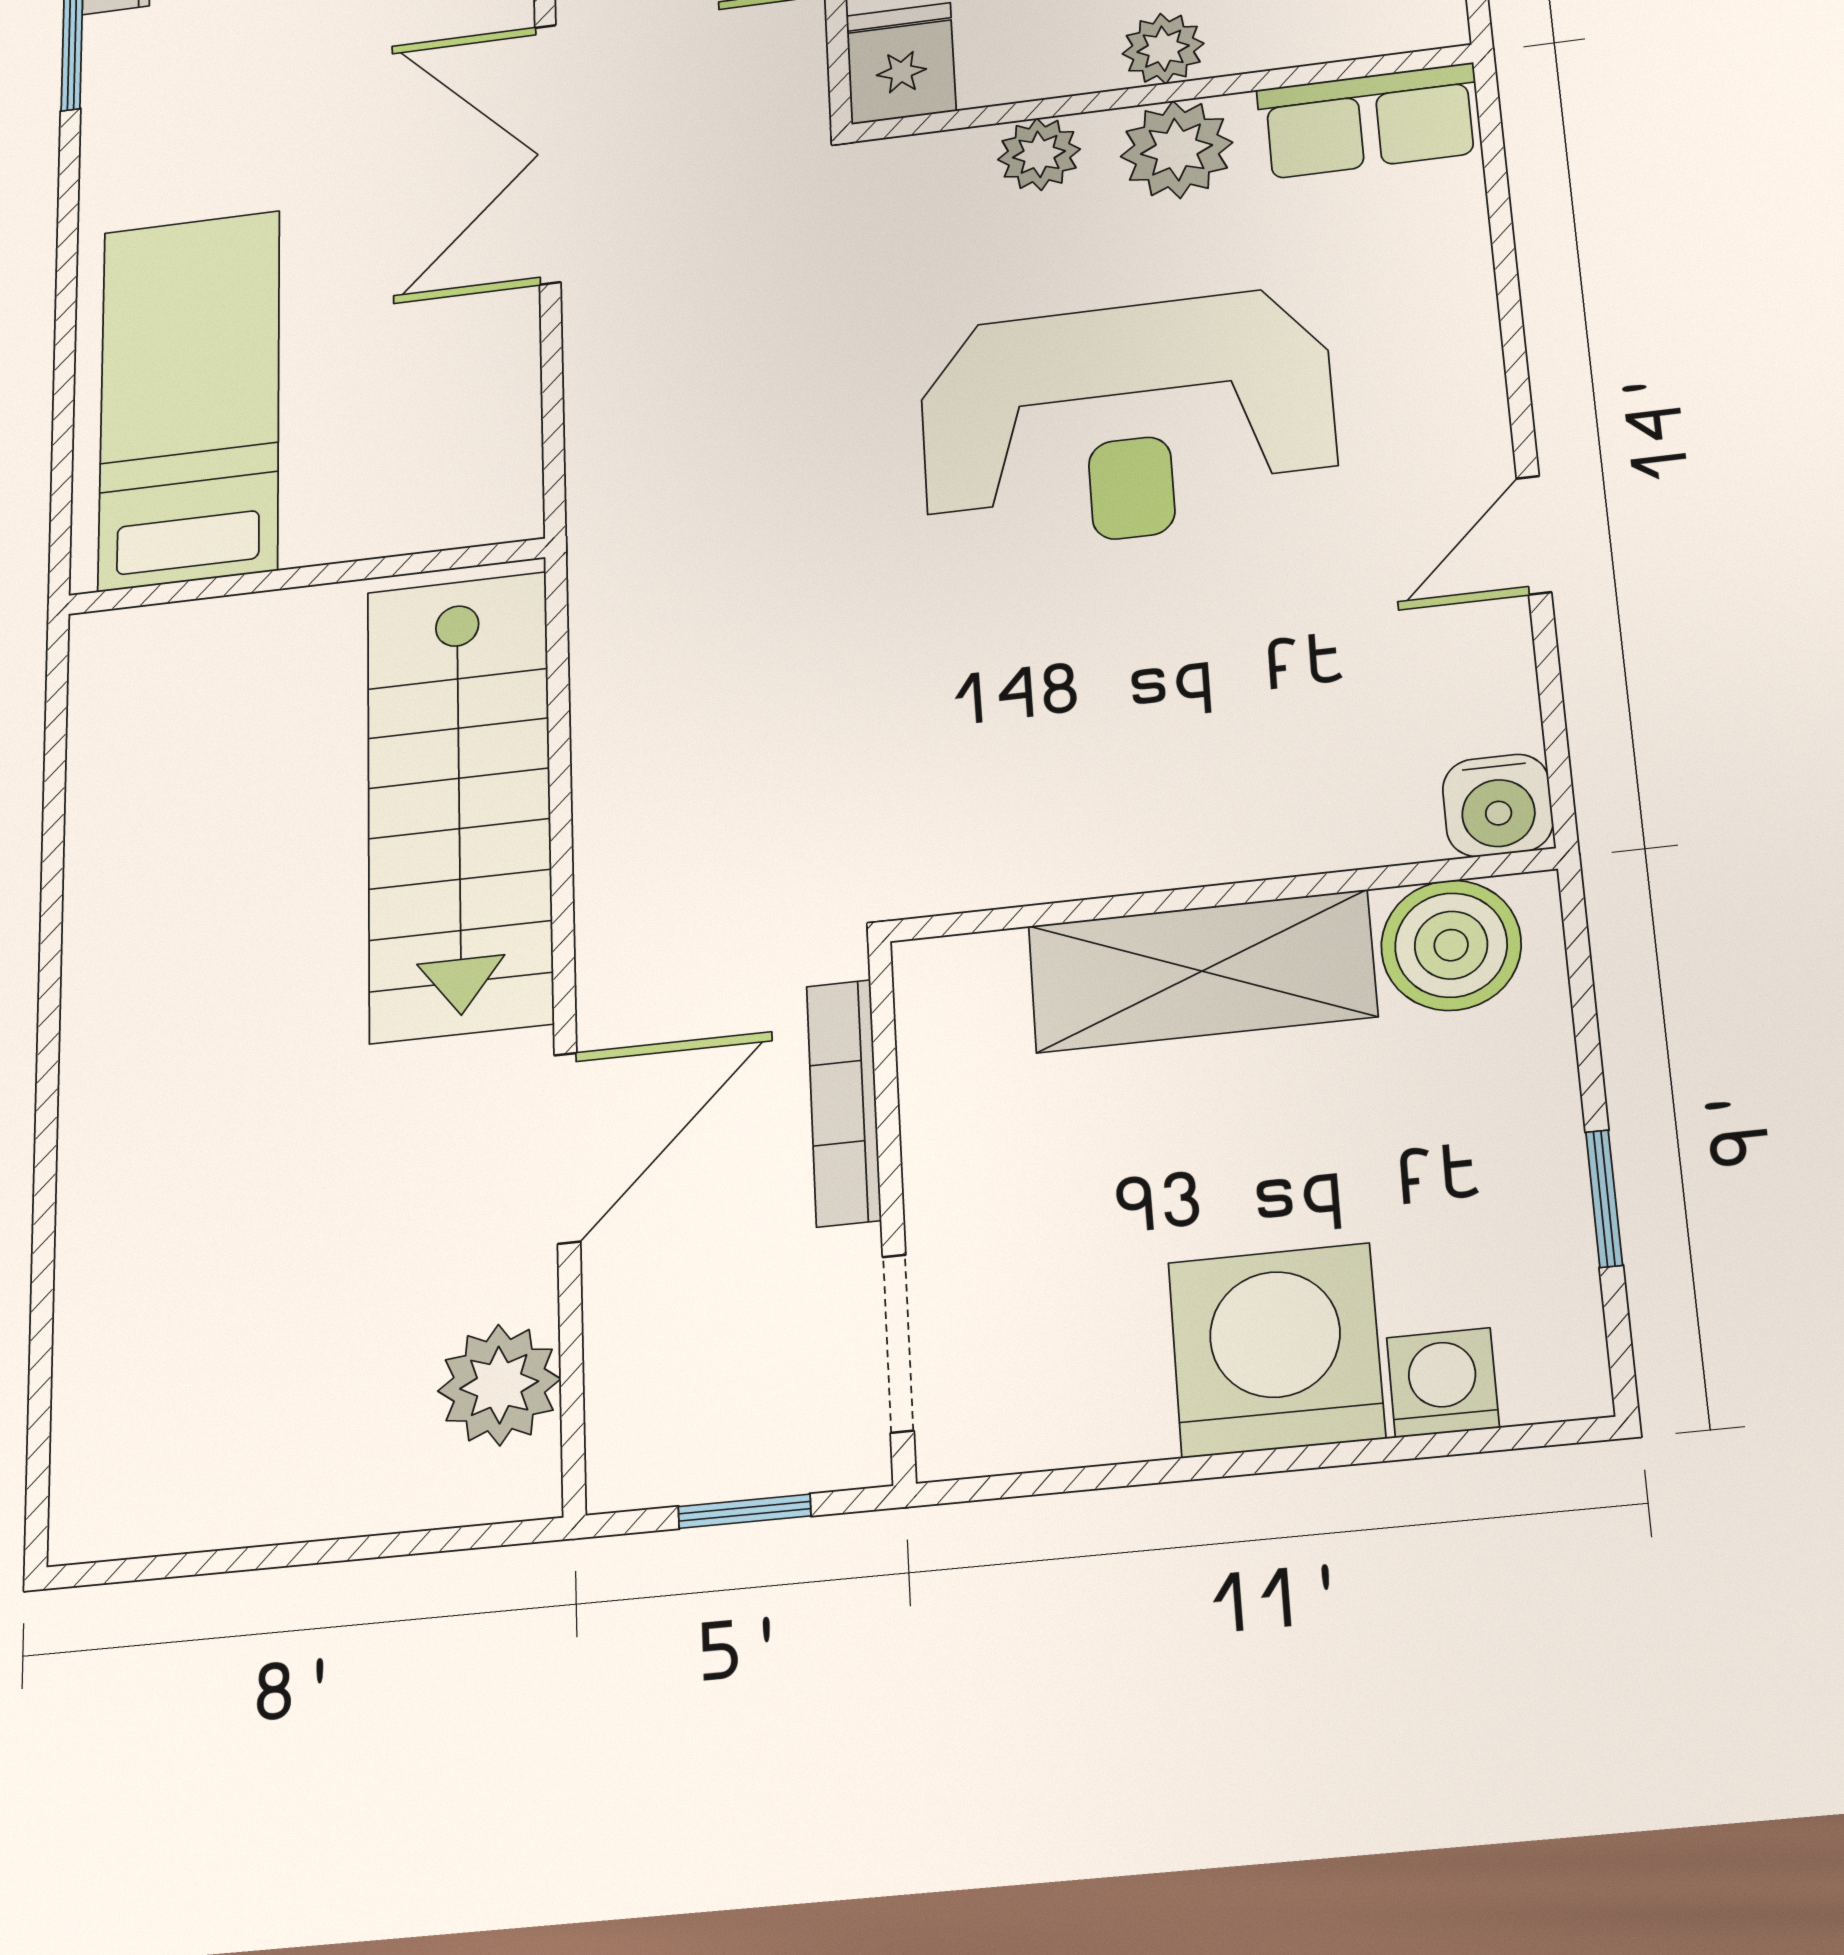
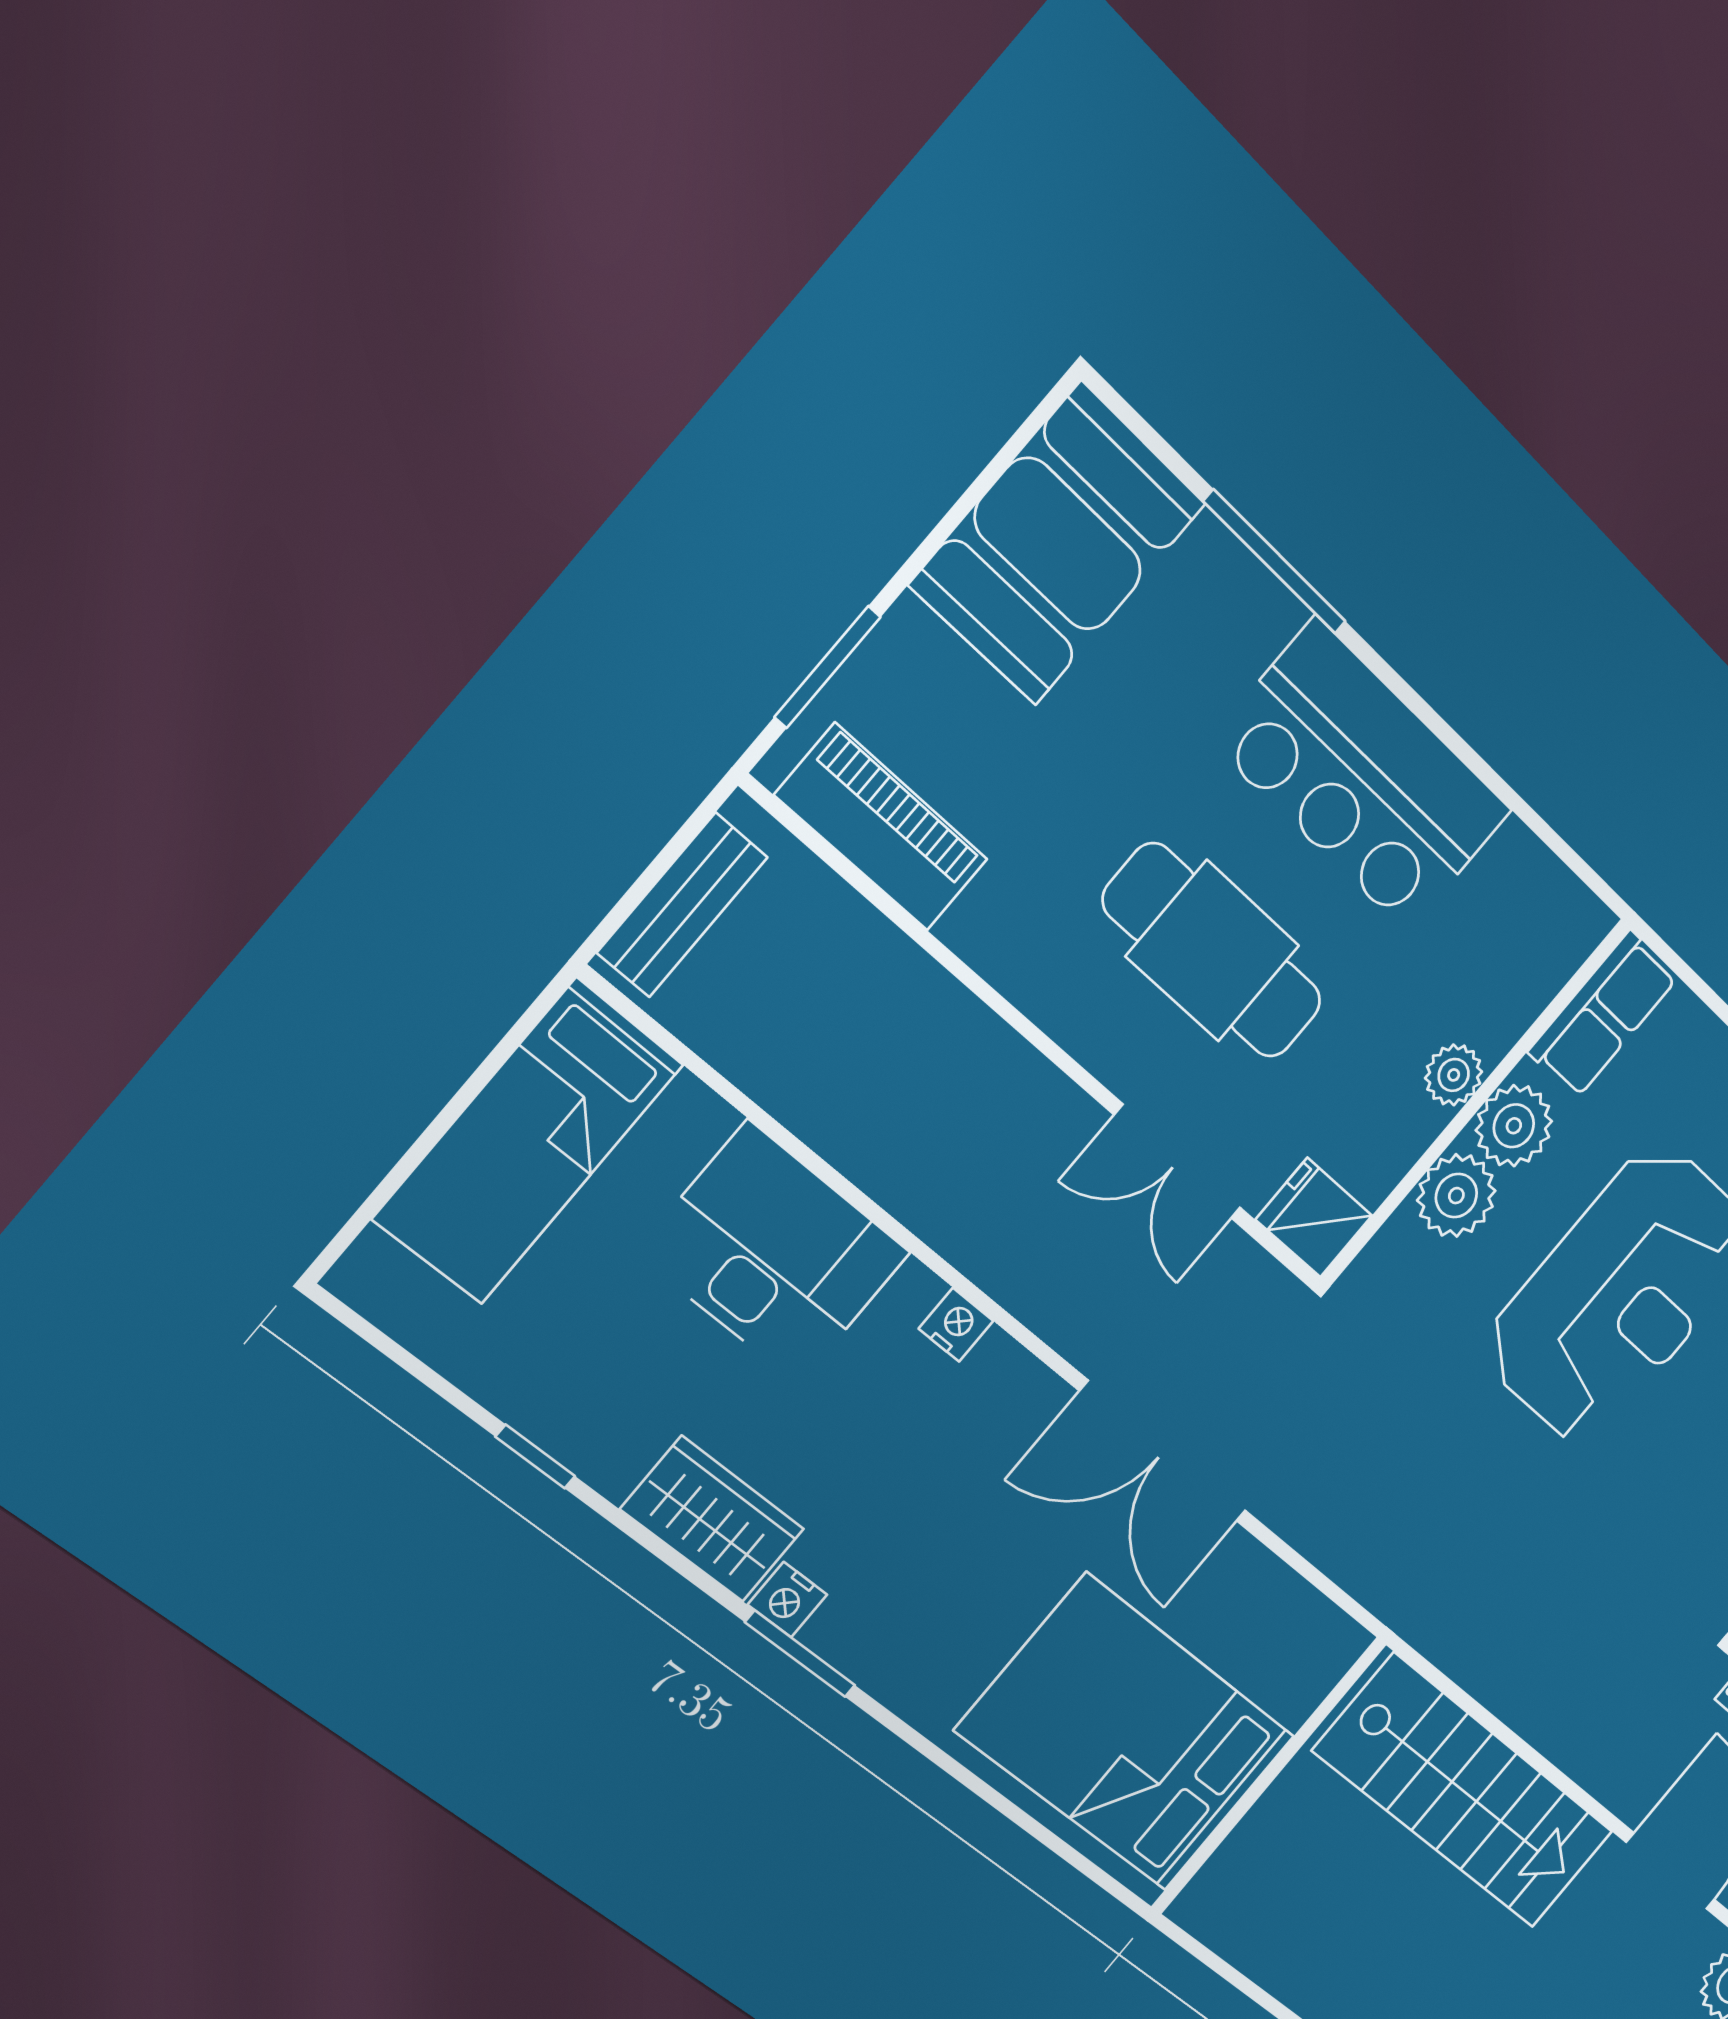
plant: (1039, 154) -> (1456, 1196), width x1.38, depth x1.38
bed: (190, 399) -> (1126, 1733), width x1.50

